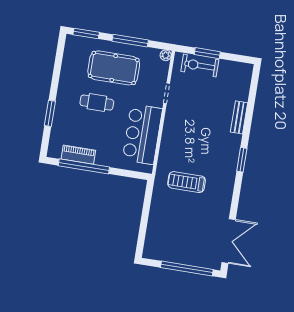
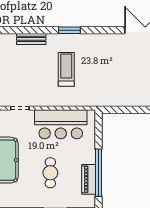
cafe table: (97, 103) -> (50, 173), moved
treadmill: (187, 182) -> (66, 69), moved, turned 180

